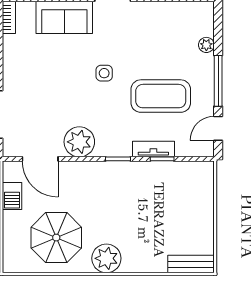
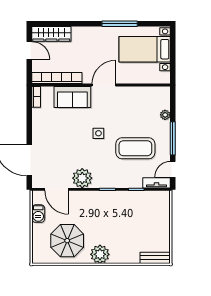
tv unit: (153, 149) -> (157, 183), moved

